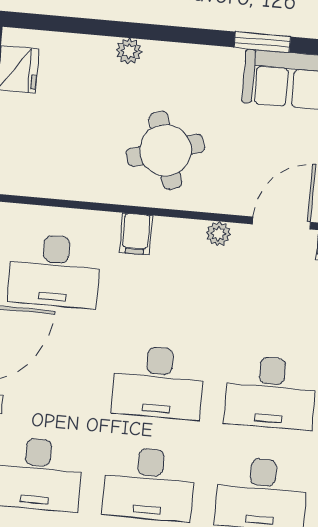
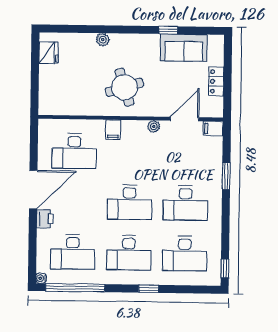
window: (262, 42) -> (168, 30), width x0.67

